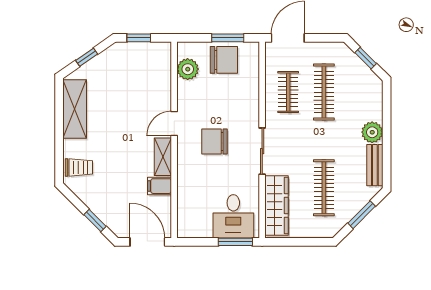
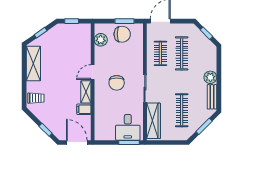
chair: (214, 142) -> (117, 83), turned -90

